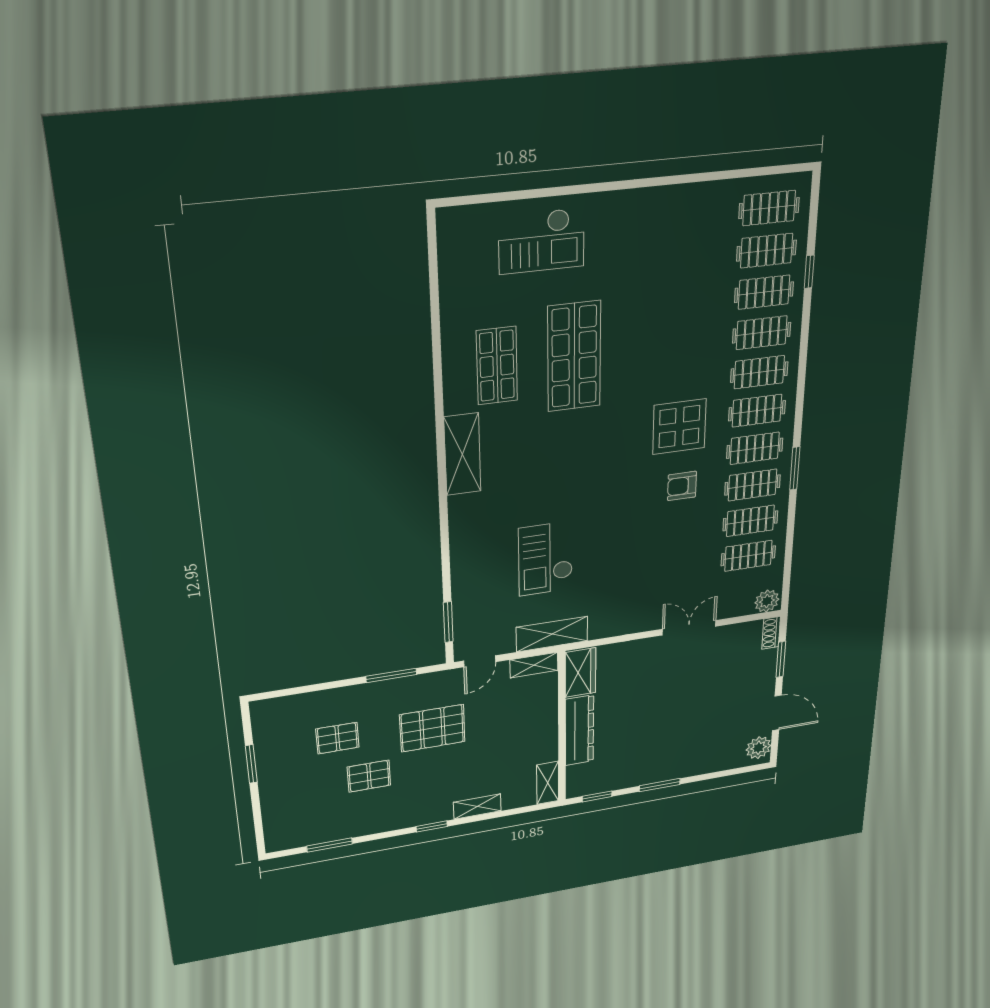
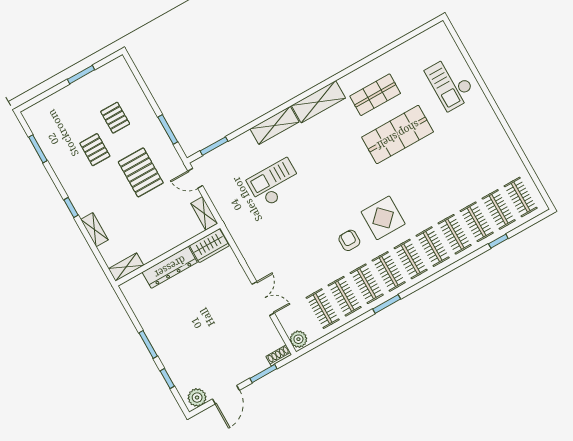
shelving: (552, 634) -> (275, 125), moved, turned 90
window: (597, 796) -> (167, 379), moved

